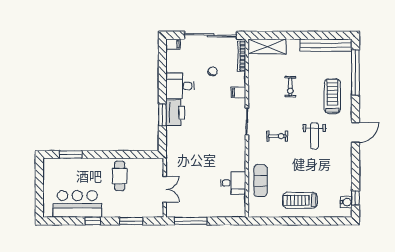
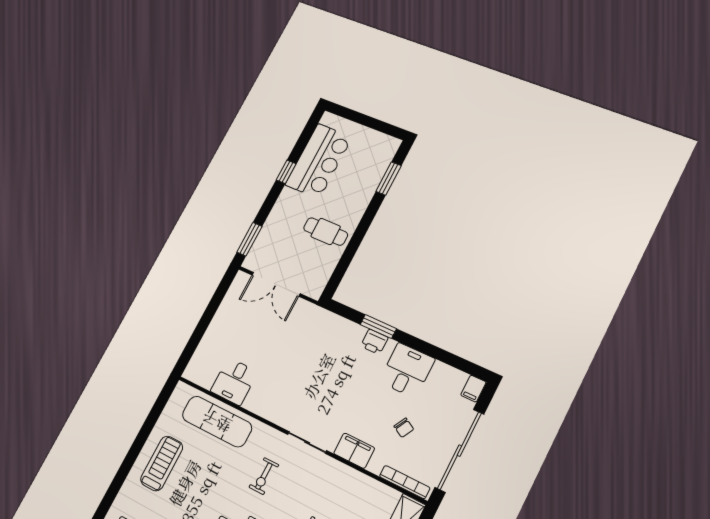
filing cabinet: (238, 93) -> (354, 451), width x2.00
printer: (175, 113) -> (374, 342), width x0.53, depth x0.68
exercise mat: (261, 181) -> (217, 421), width x1.36, depth x1.45
double door: (165, 189) -> (276, 284), width x1.37
window: (131, 221) -> (249, 239), moved
window: (191, 221) -> (216, 300), removed

